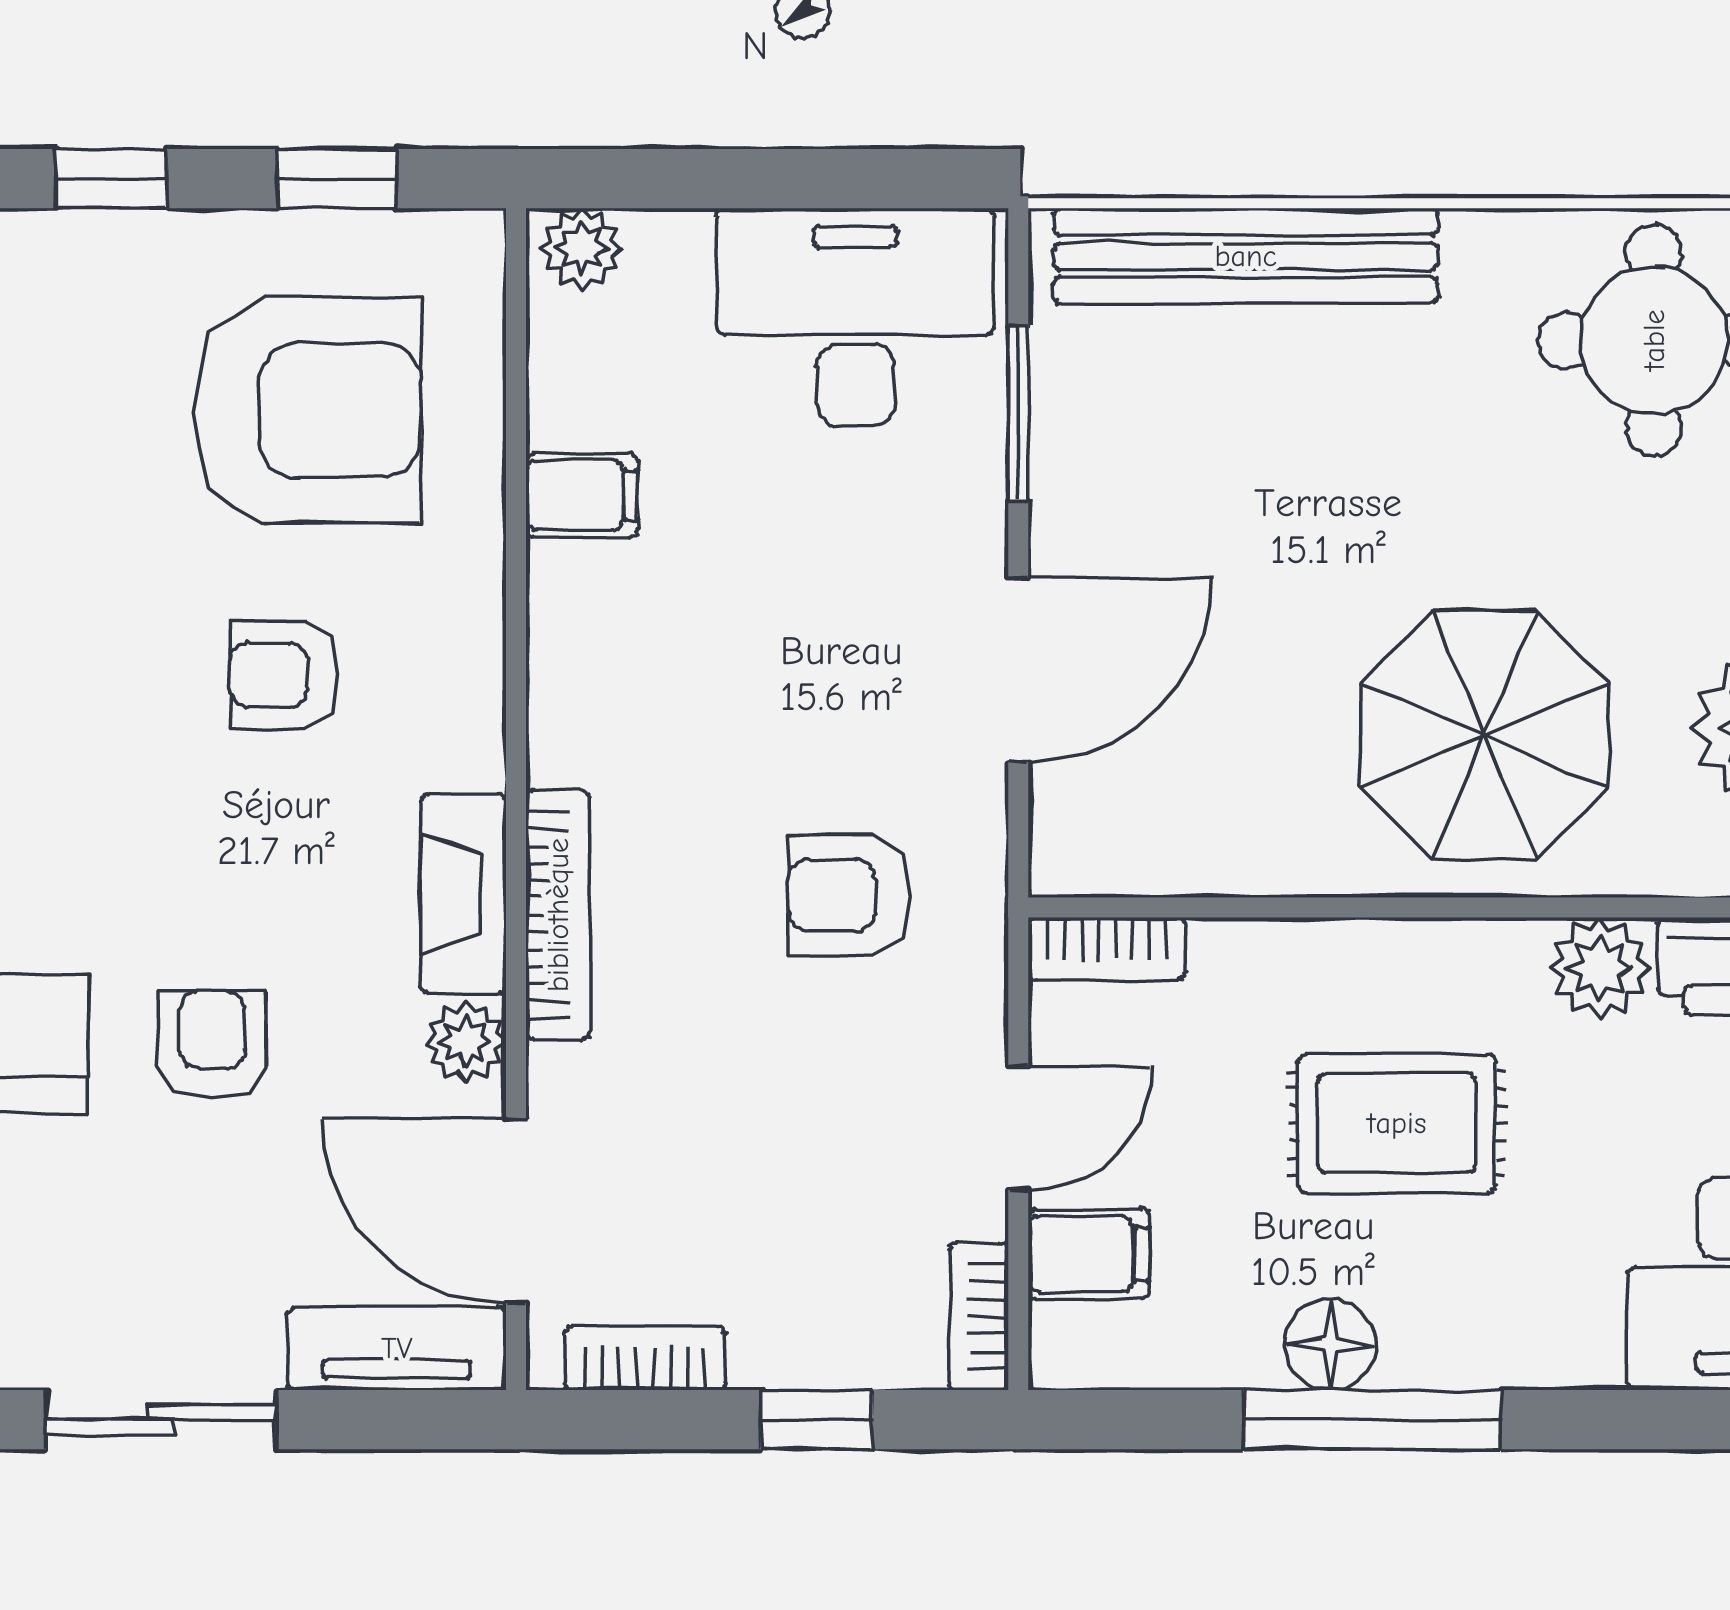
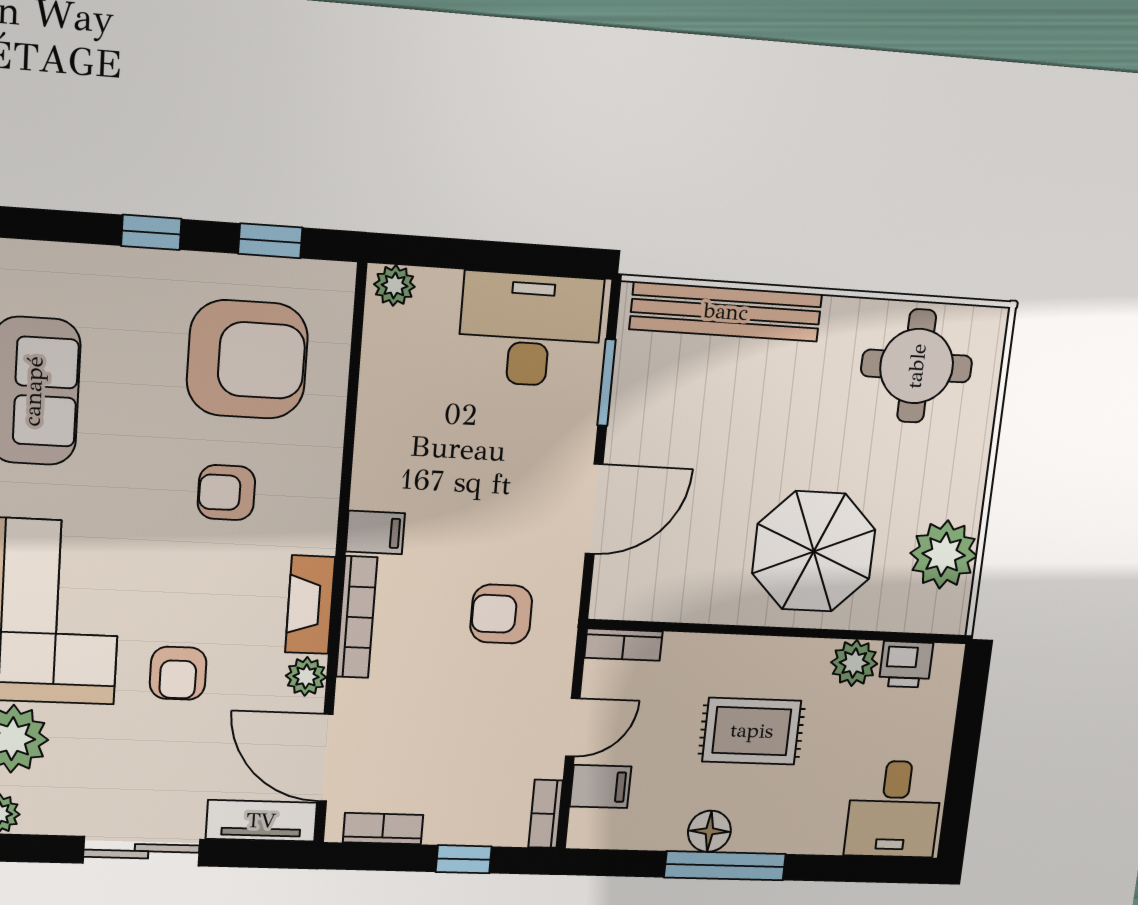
filing cabinet: (582, 495) -> (375, 532), moved
armchair: (212, 1045) -> (178, 673), turned 180

